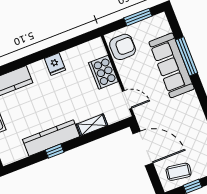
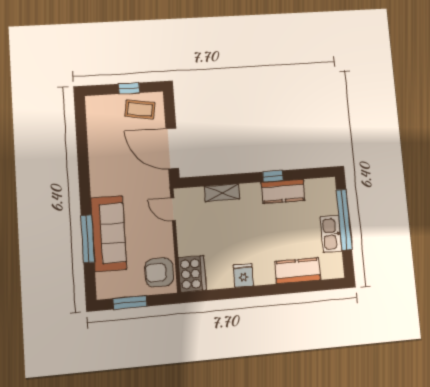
cooker: (103, 72) -> (192, 274), moved
kitchen counter: (51, 138) -> (283, 191), width x0.67

